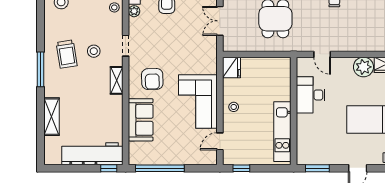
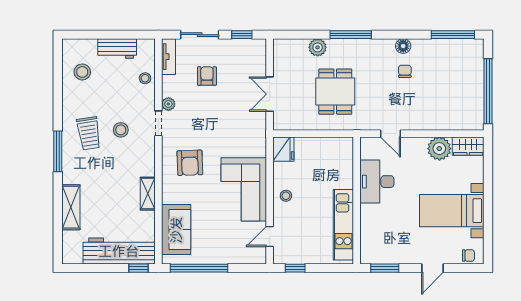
plant: (134, 11) -> (168, 104), moved
shelving: (117, 80) -> (148, 194), moved
sofa: (141, 120) -> (176, 230), moved

